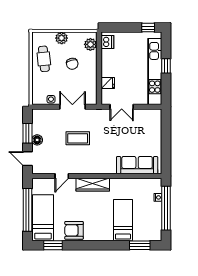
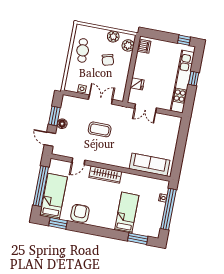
plant: (62, 38) -> (113, 37), moved
armchair: (74, 230) -> (80, 213), turned 90

